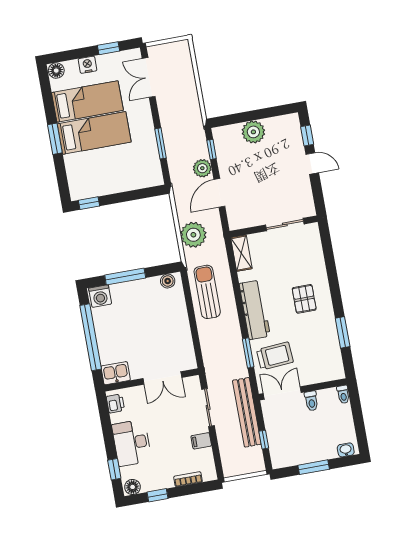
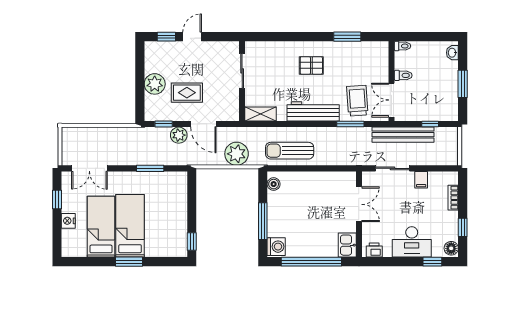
floor lamp: (56, 71) -> (69, 249), removed
rug: (250, 169) -> (187, 93), added

